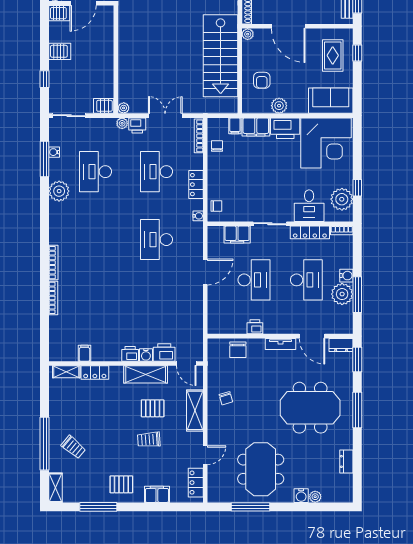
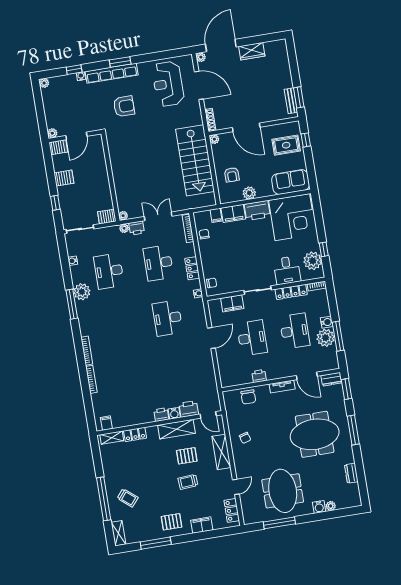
rug: (333, 55) -> (286, 145), turned 90
window: (45, 159) -> (72, 304), moved
filing cabinet: (84, 353) -> (106, 423), moved

